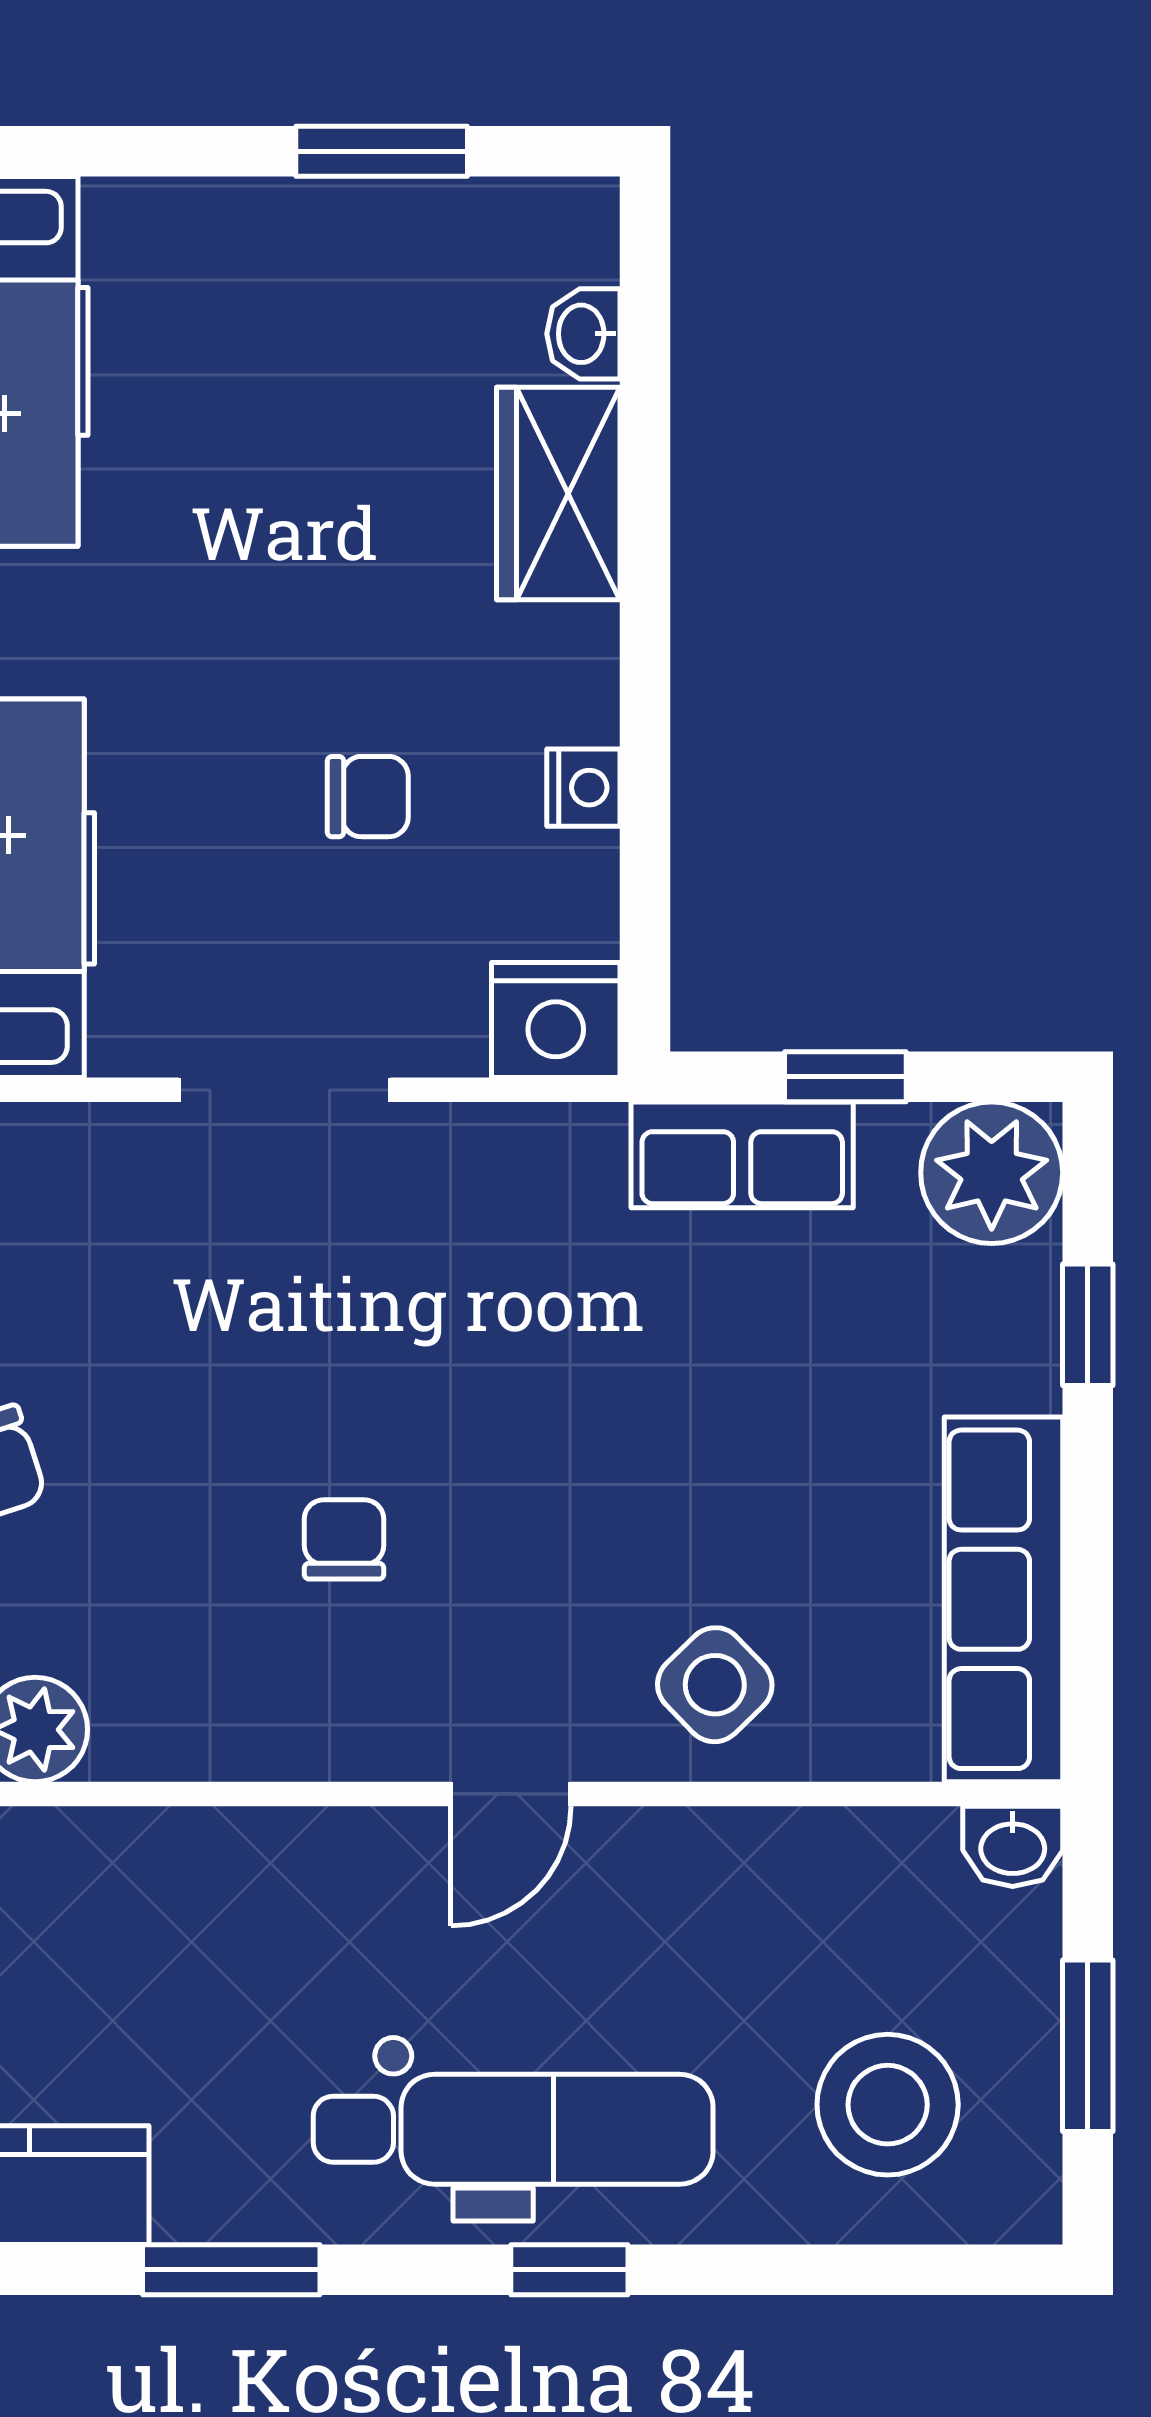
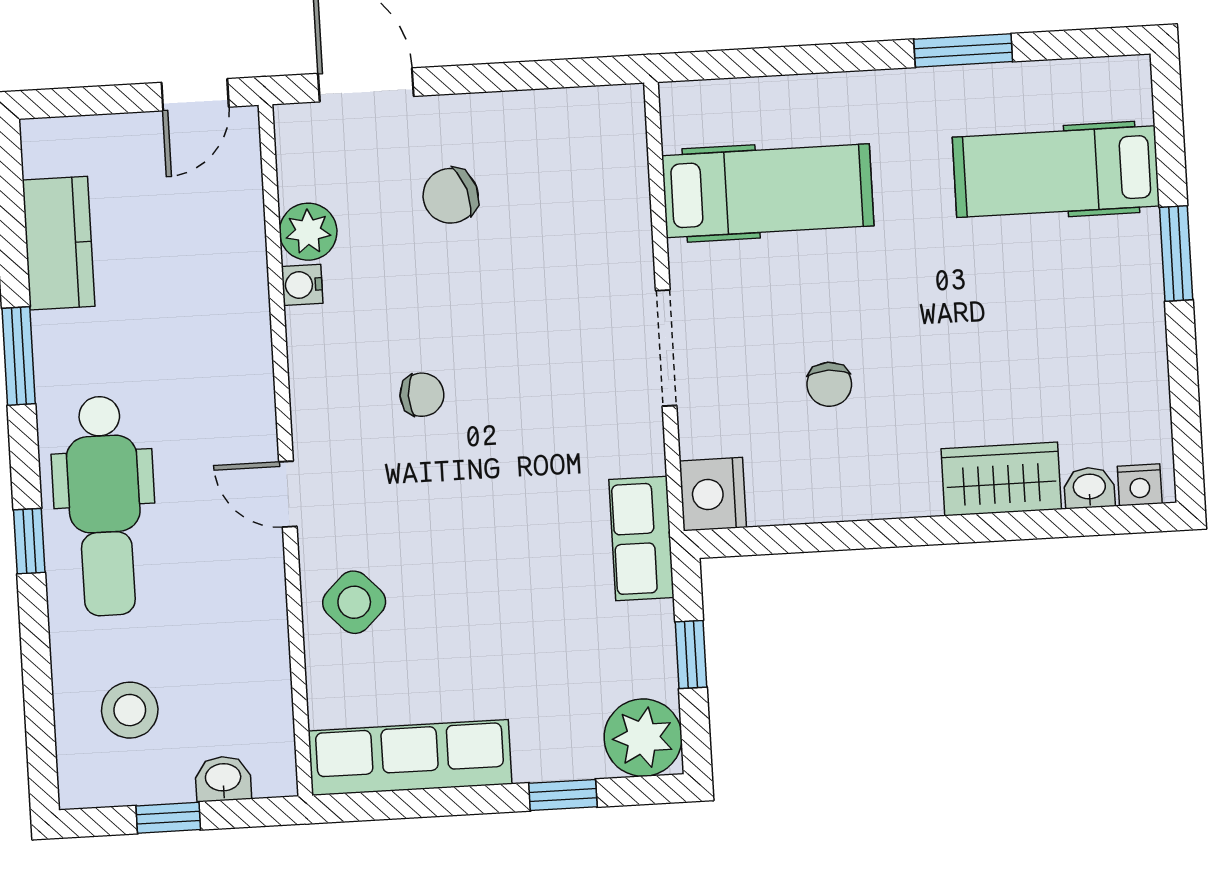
window: (382, 151) -> (1176, 253), moved
nightstand: (583, 788) -> (1140, 485), moved
row of seats: (742, 1155) -> (641, 539), moved
water cooler: (131, 1746) -> (302, 285), added
washbasin: (1013, 1846) -> (223, 779), moved, turned 90
window: (1088, 2046) -> (168, 818), width x0.67
stool: (888, 2105) -> (130, 710), width x0.73, depth x0.73

